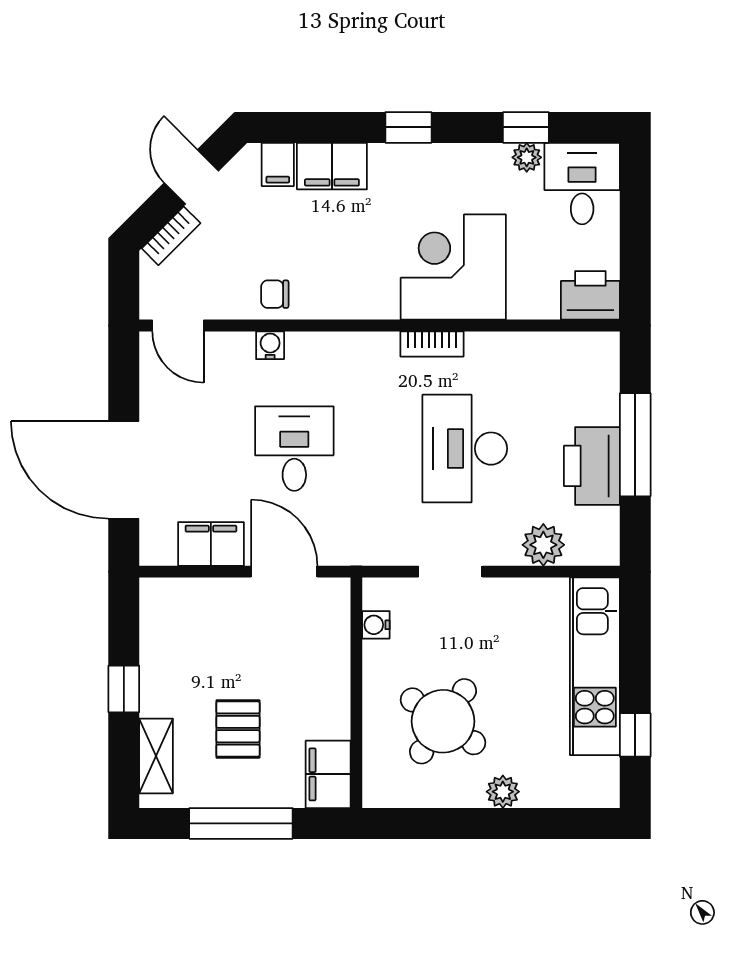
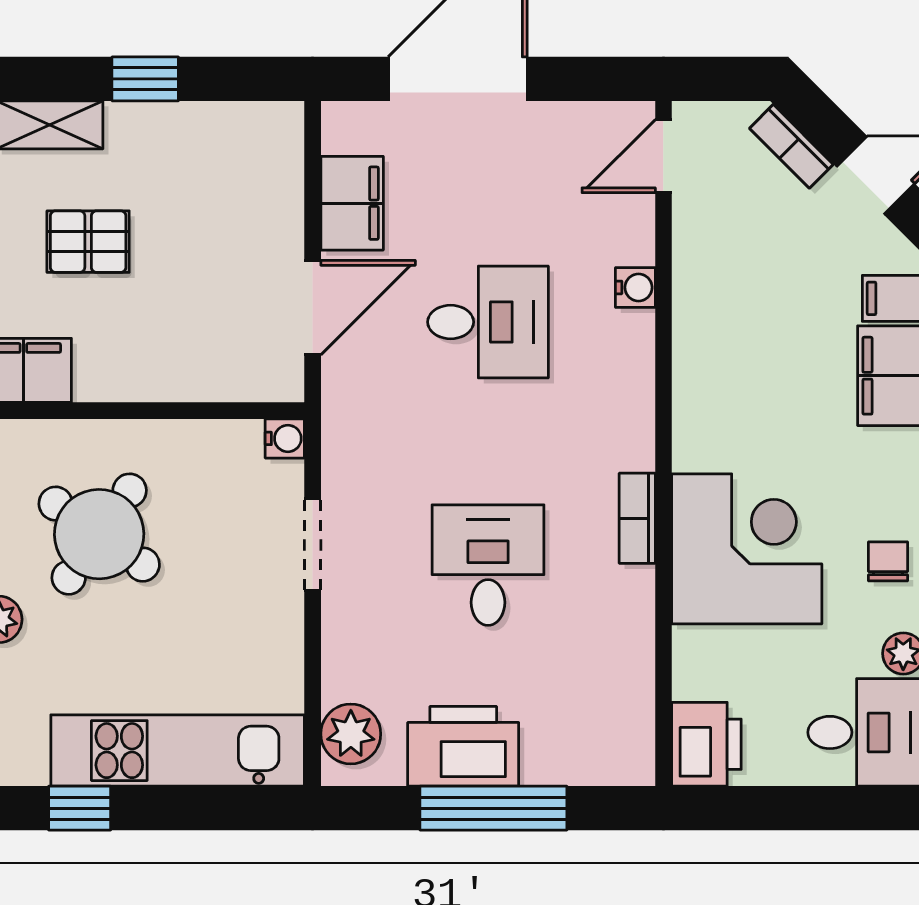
chair: (275, 294) -> (888, 561), moved
desk: (465, 449) -> (488, 565), width x0.73
plant: (543, 545) -> (351, 734), moved
water cooler: (376, 625) -> (285, 438), moved, turned 90

